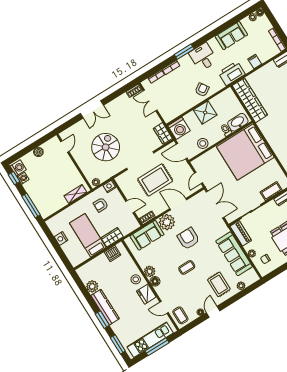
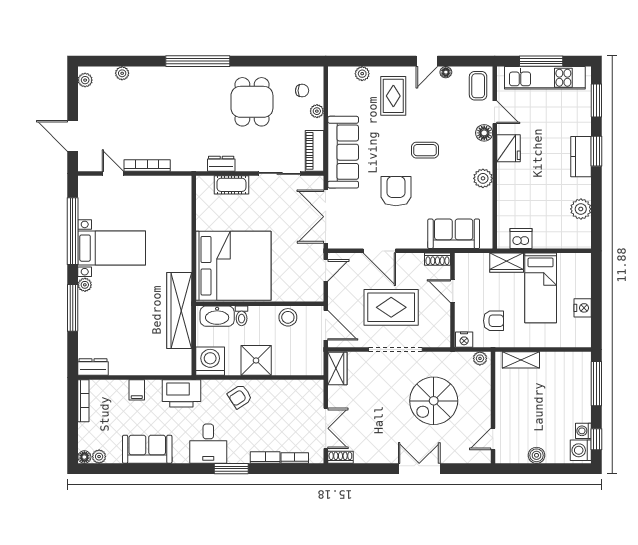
wardrobe: (250, 100) -> (179, 311), moved
washing machine: (179, 128) -> (210, 361), moved
plant: (167, 222) -> (413, 235), removed
armchair: (188, 238) -> (396, 191), turned 180
sofa: (234, 254) -> (343, 152), moved
stool: (136, 279) -> (511, 179), removed
floor lamp: (155, 281) -> (484, 133), moved
kitchen counter: (105, 307) -> (581, 157), width x0.67

